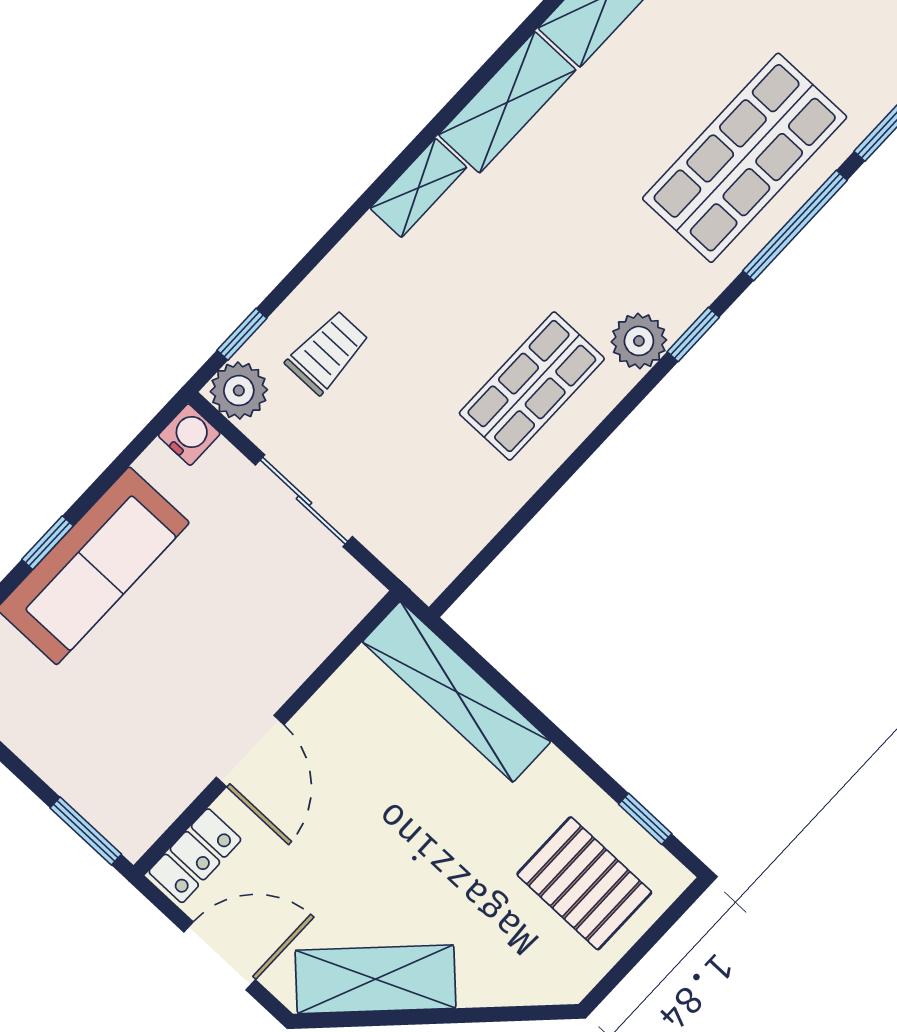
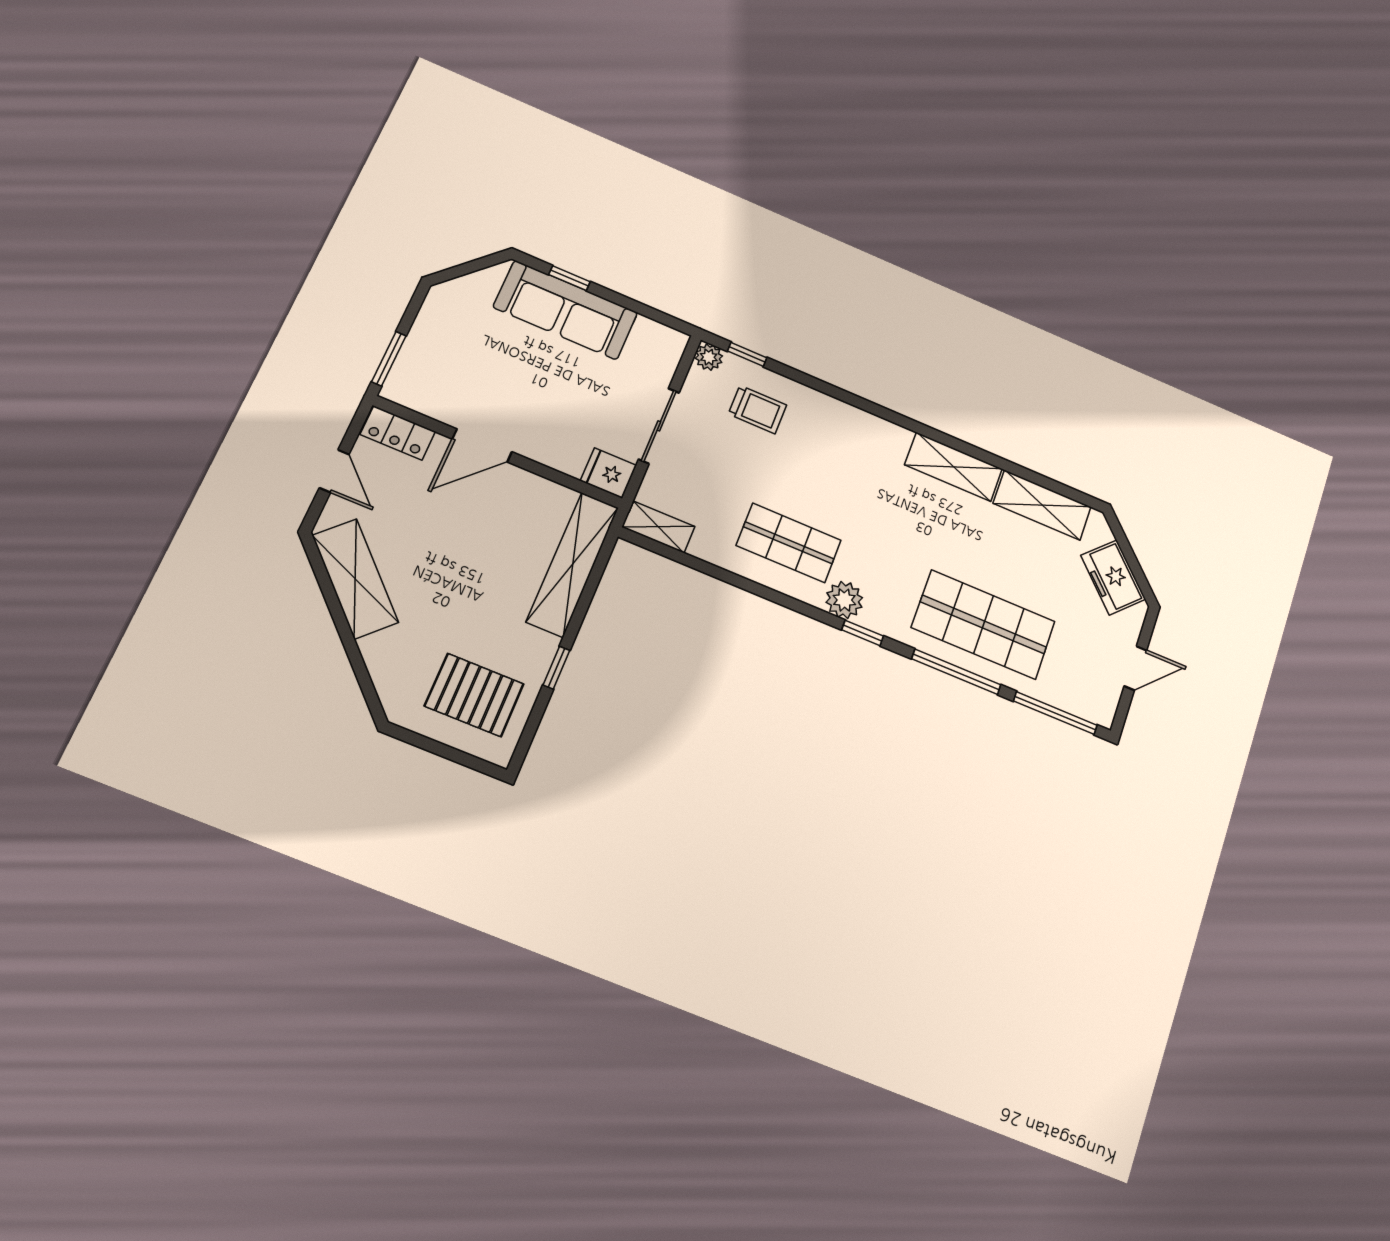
shelving: (418, 188) -> (658, 527), moved
plant: (239, 391) -> (709, 357), width x0.73, depth x0.73
water cooler: (189, 435) -> (672, 342), removed
fridge: (347, 596) -> (608, 473), added
window: (645, 819) -> (556, 668), moved
pallet: (584, 883) -> (474, 695), turned 90
door: (220, 956) -> (334, 471), width x0.73

